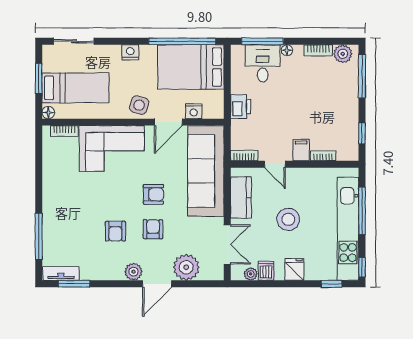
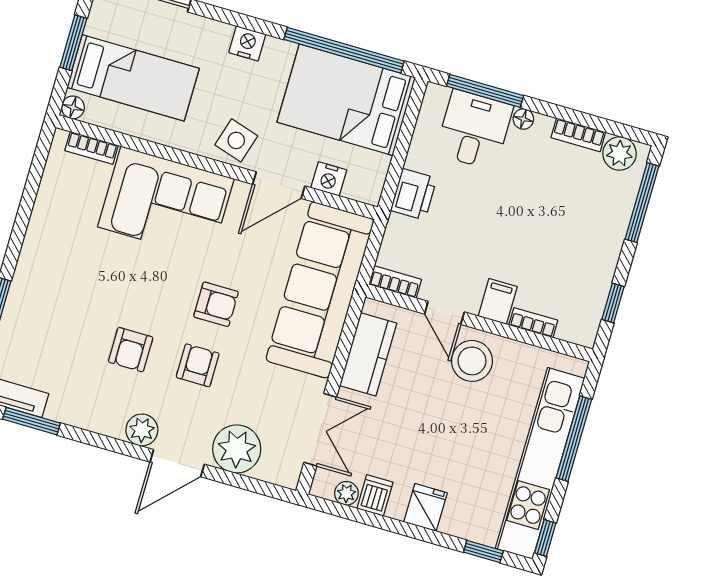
stool: (288, 219) -> (472, 361), moved

